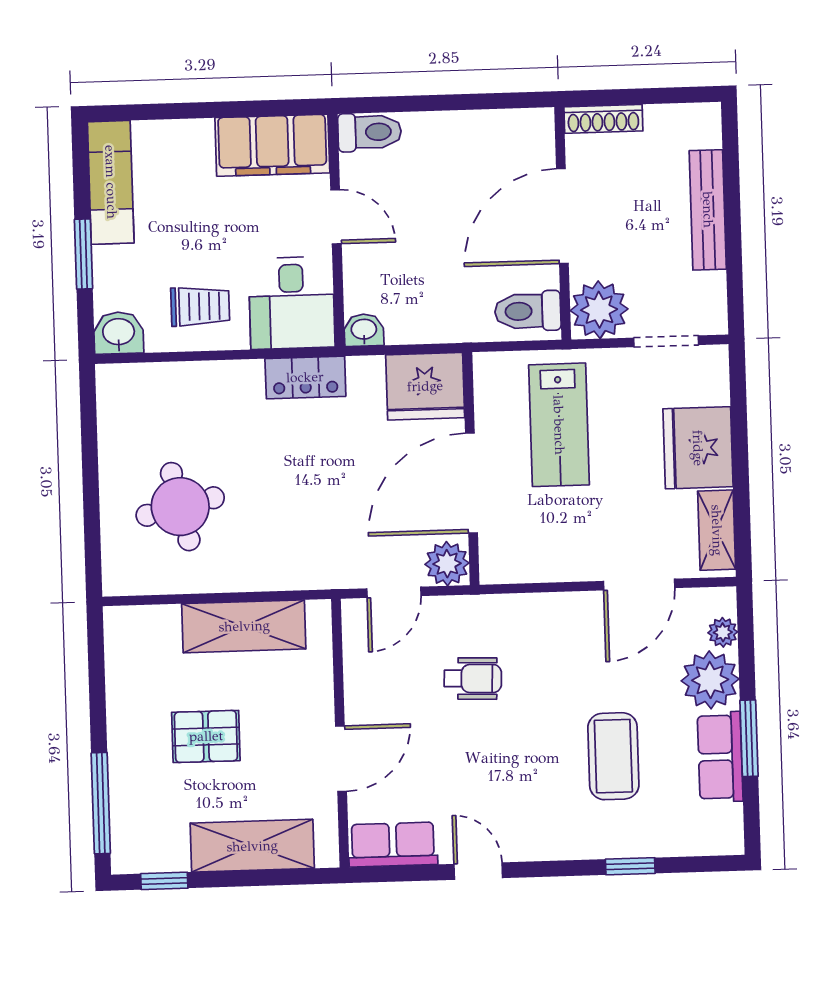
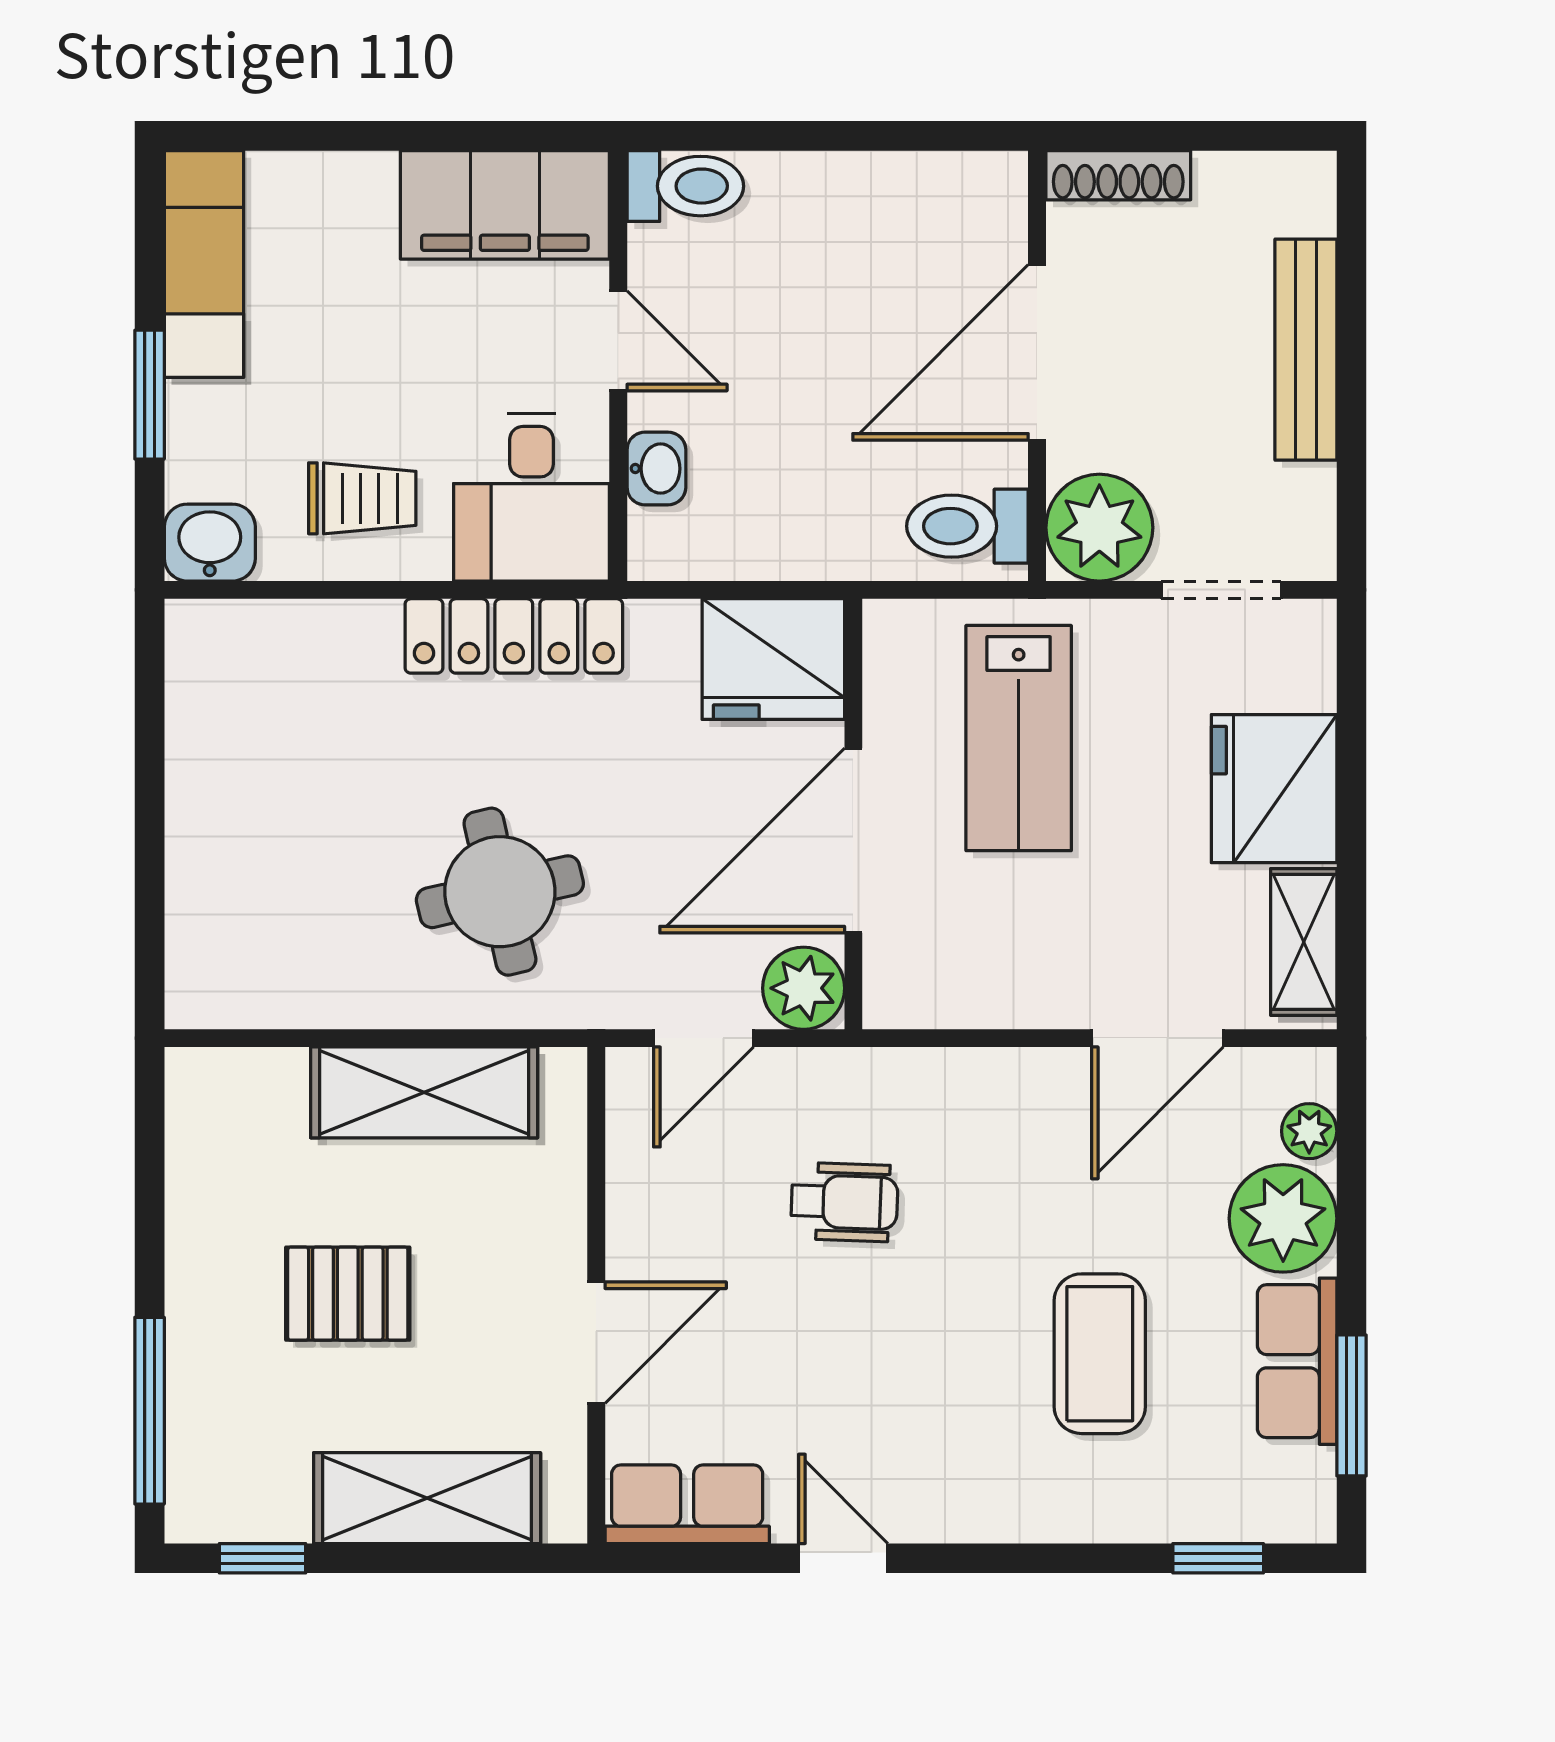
washbasin: (364, 330) -> (656, 469), moved, turned 90
locker: (305, 377) -> (514, 636), width x1.53
round table: (180, 507) -> (500, 892), moved
window: (749, 738) -> (1351, 1405), moved
window: (630, 866) -> (1218, 1558), moved

